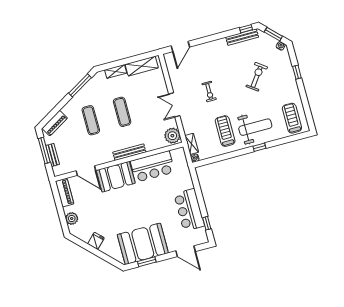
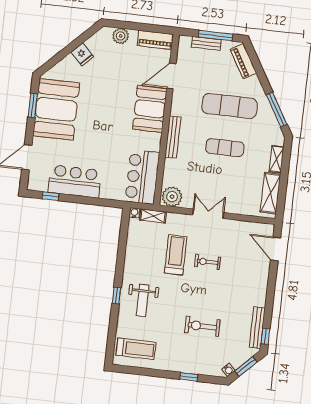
exercise bike: (257, 77) -> (202, 326), turned 144
exercise mat: (91, 120) -> (230, 106), width x1.36, depth x1.45
weight bench: (255, 127) -> (143, 300), width x0.73, depth x0.75
treadmill: (225, 131) -> (176, 255), moved, turned -90
bar counter: (153, 167) -> (142, 177), moved

